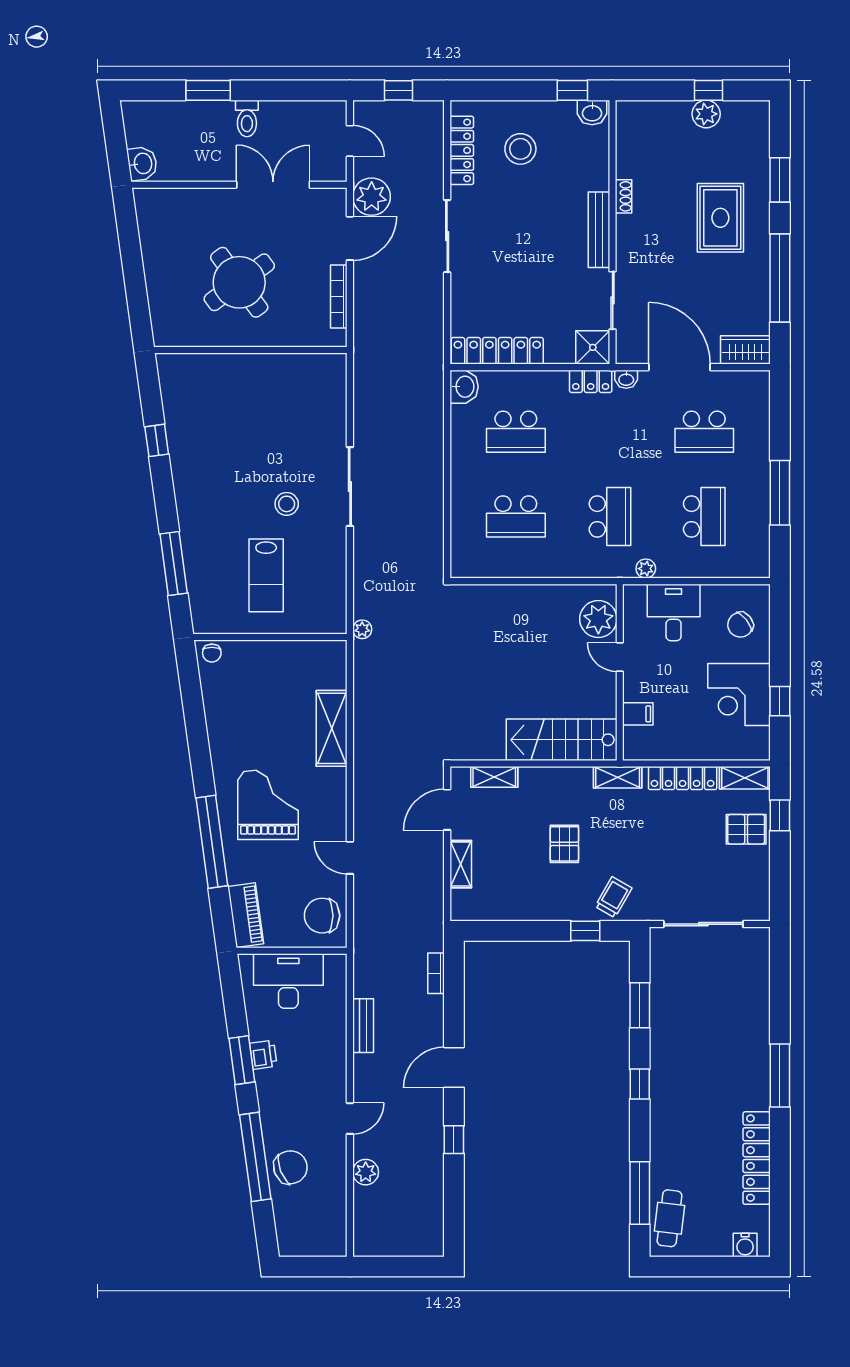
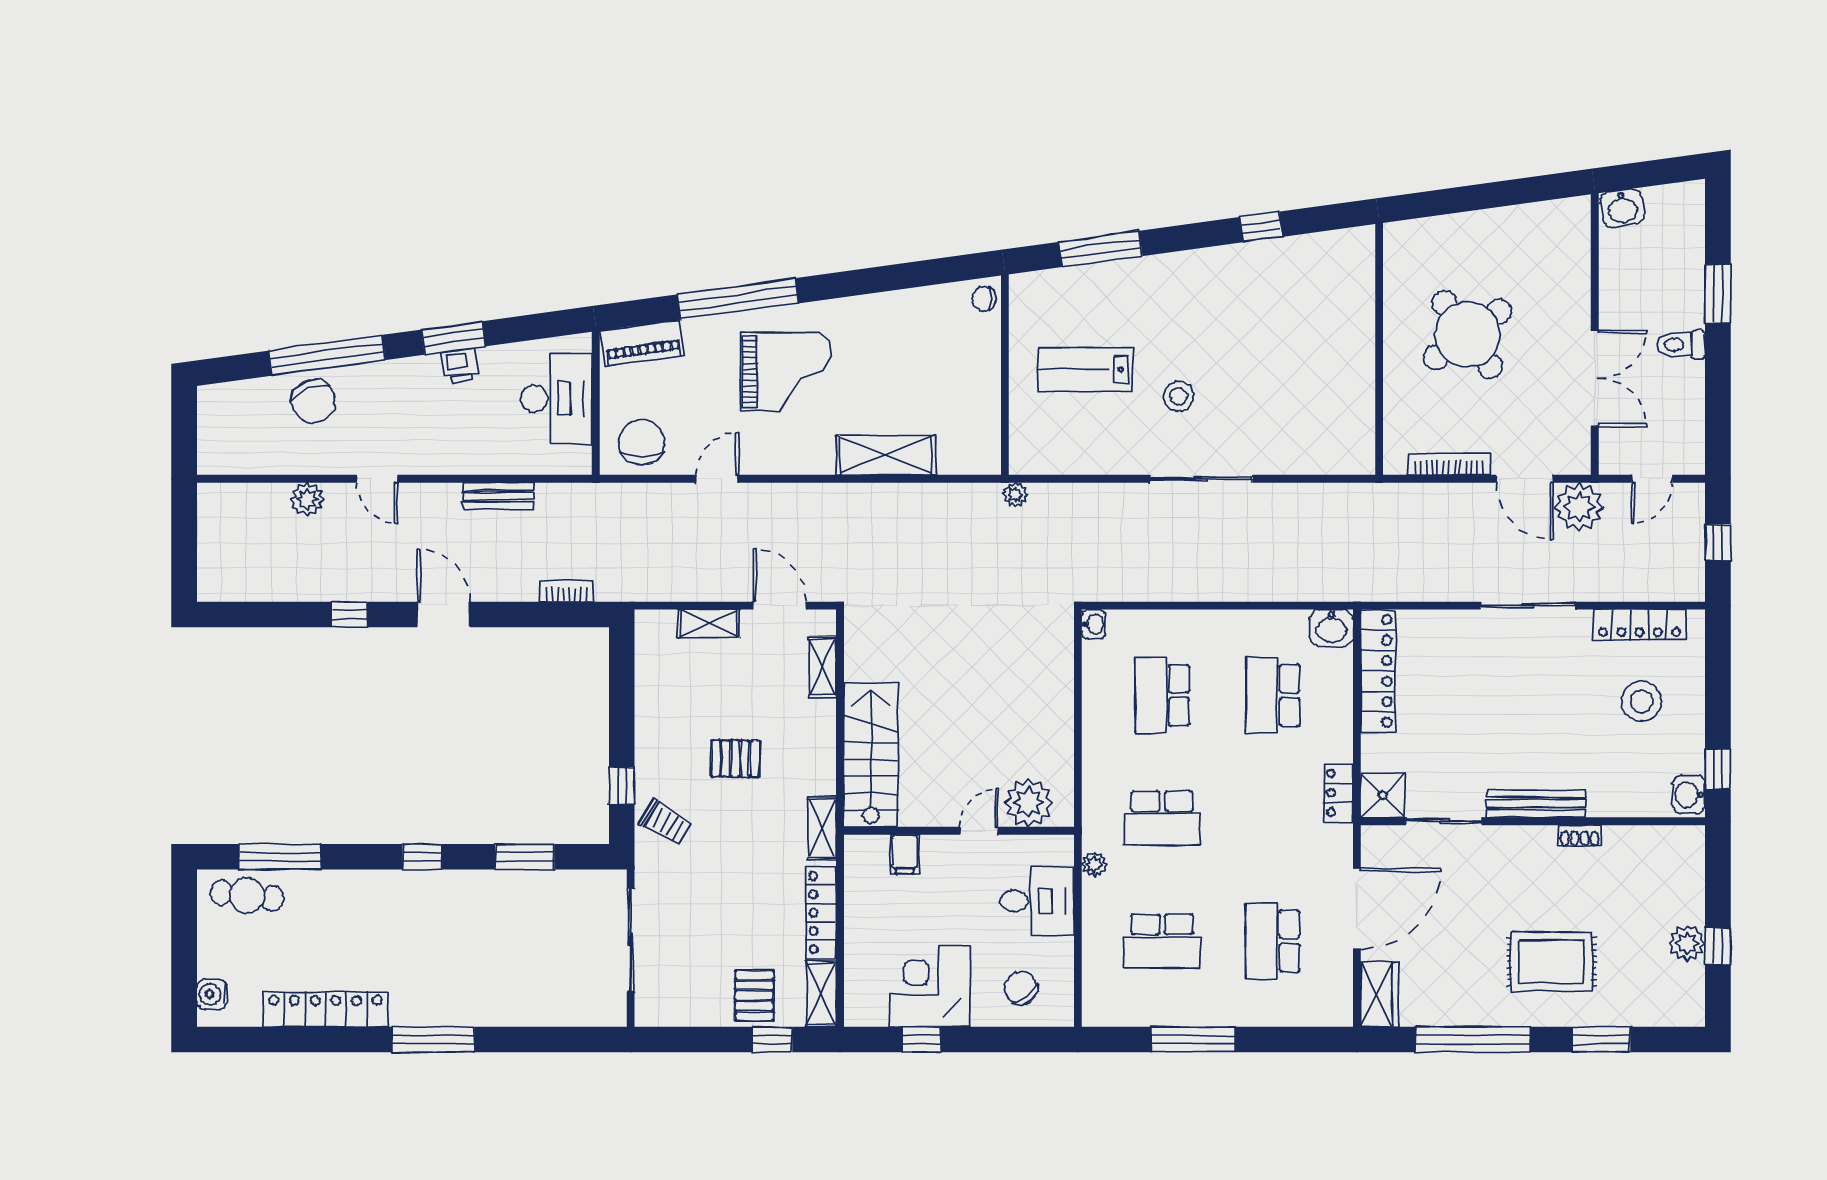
washbasin: (626, 379) -> (1094, 624), moved, turned 180

